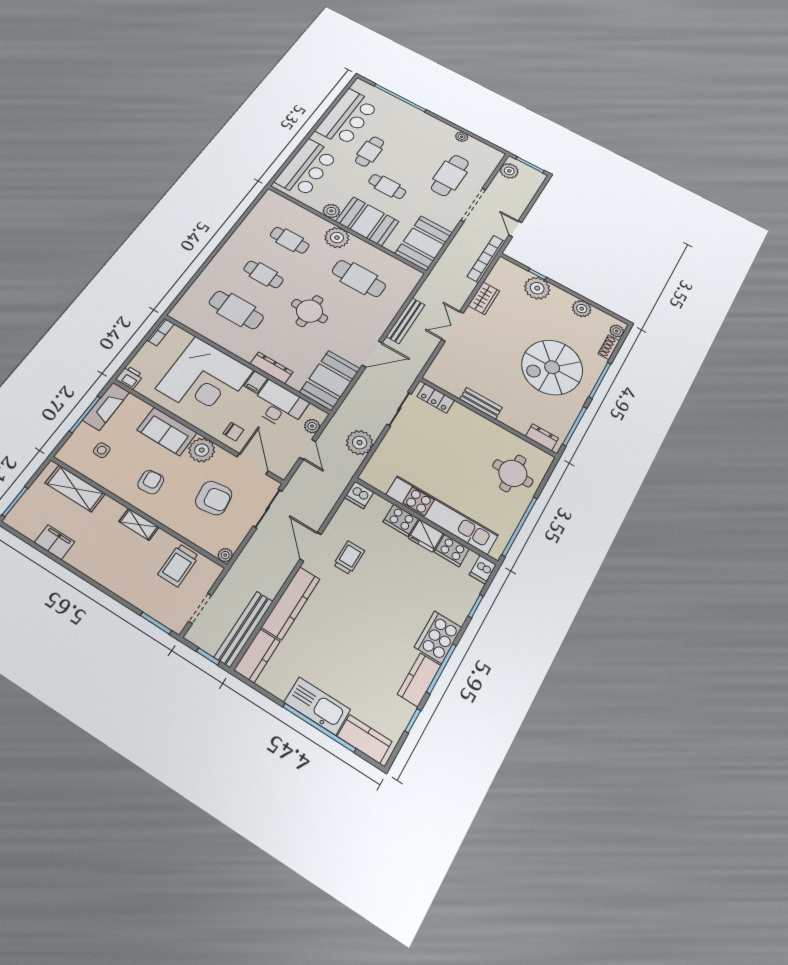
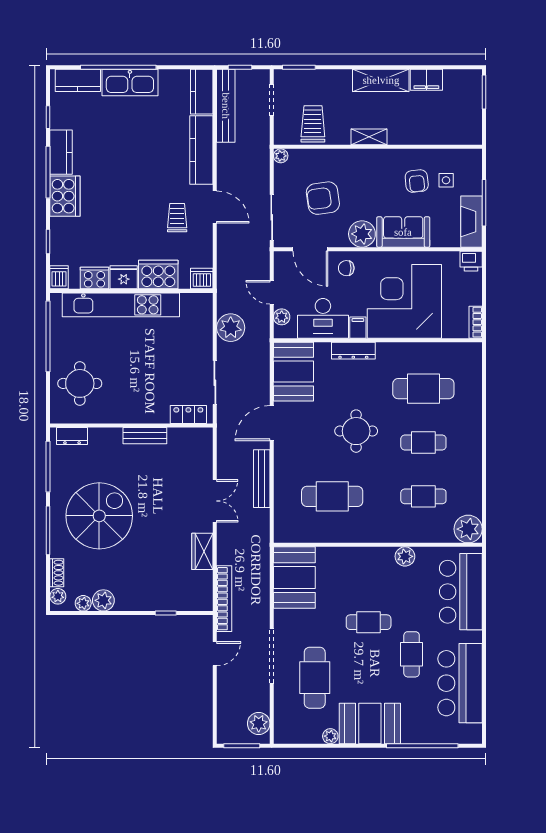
booth: (367, 221) -> (370, 723), moved
door: (515, 229) -> (215, 654), hinge flipped
plant: (337, 238) -> (468, 529), moved
plant: (537, 288) -> (83, 603), moved, width x0.53, depth x0.53
armchair: (151, 482) -> (417, 181), moved
shelving: (75, 488) -> (381, 80), moved
cooker: (401, 520) -> (158, 275), width x1.37, depth x1.31
trolley: (349, 558) -> (177, 218), turned 180

